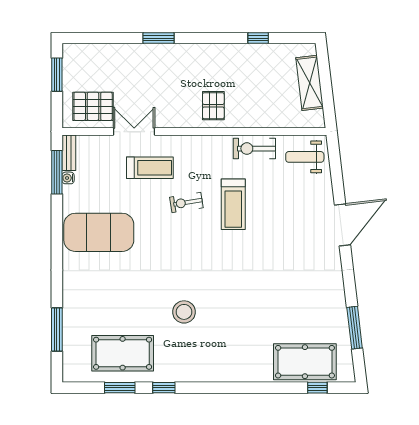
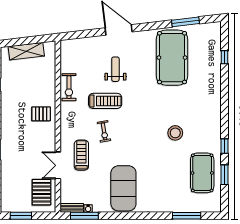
weight bench: (305, 157) -> (115, 69), moved, turned 180
pool table: (305, 362) -> (172, 58), moved, width x1.36, depth x1.32
window: (317, 388) -> (225, 57), moved

